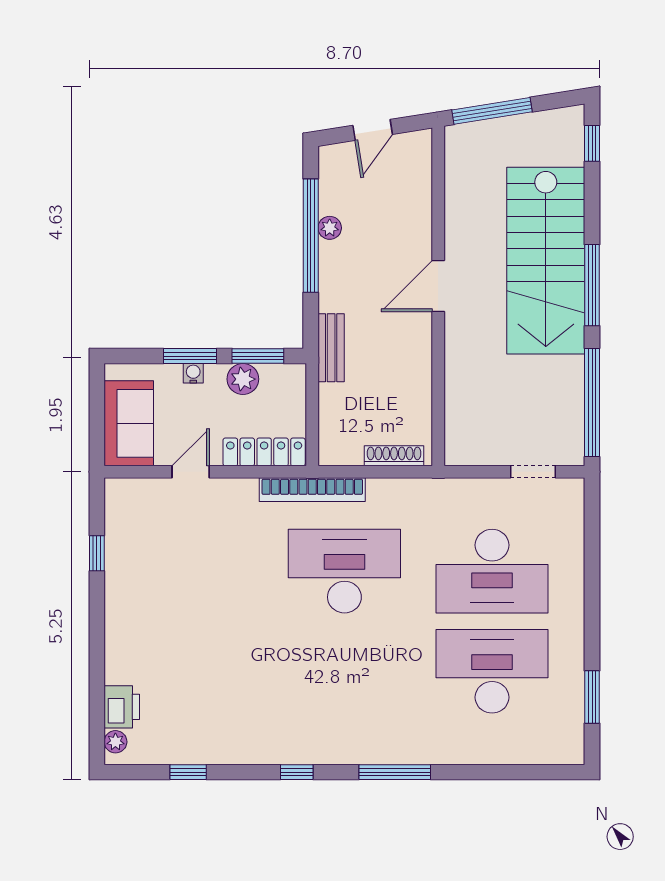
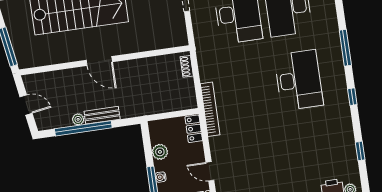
bench: (331, 348) -> (102, 115), moved
window: (258, 356) -> (147, 146), removed
locker: (264, 452) -> (194, 129), width x0.66
shoe rack: (394, 456) -> (187, 66), width x0.70
desk: (344, 571) -> (299, 80), moved, turned 180

